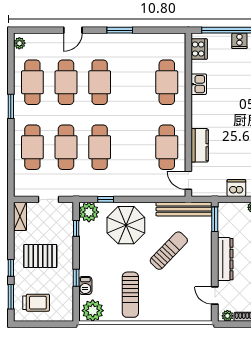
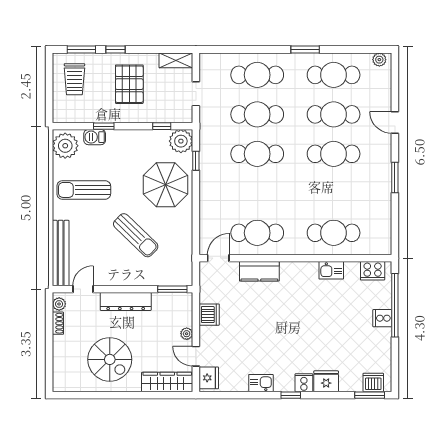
bench: (184, 209) -> (61, 253), moved

